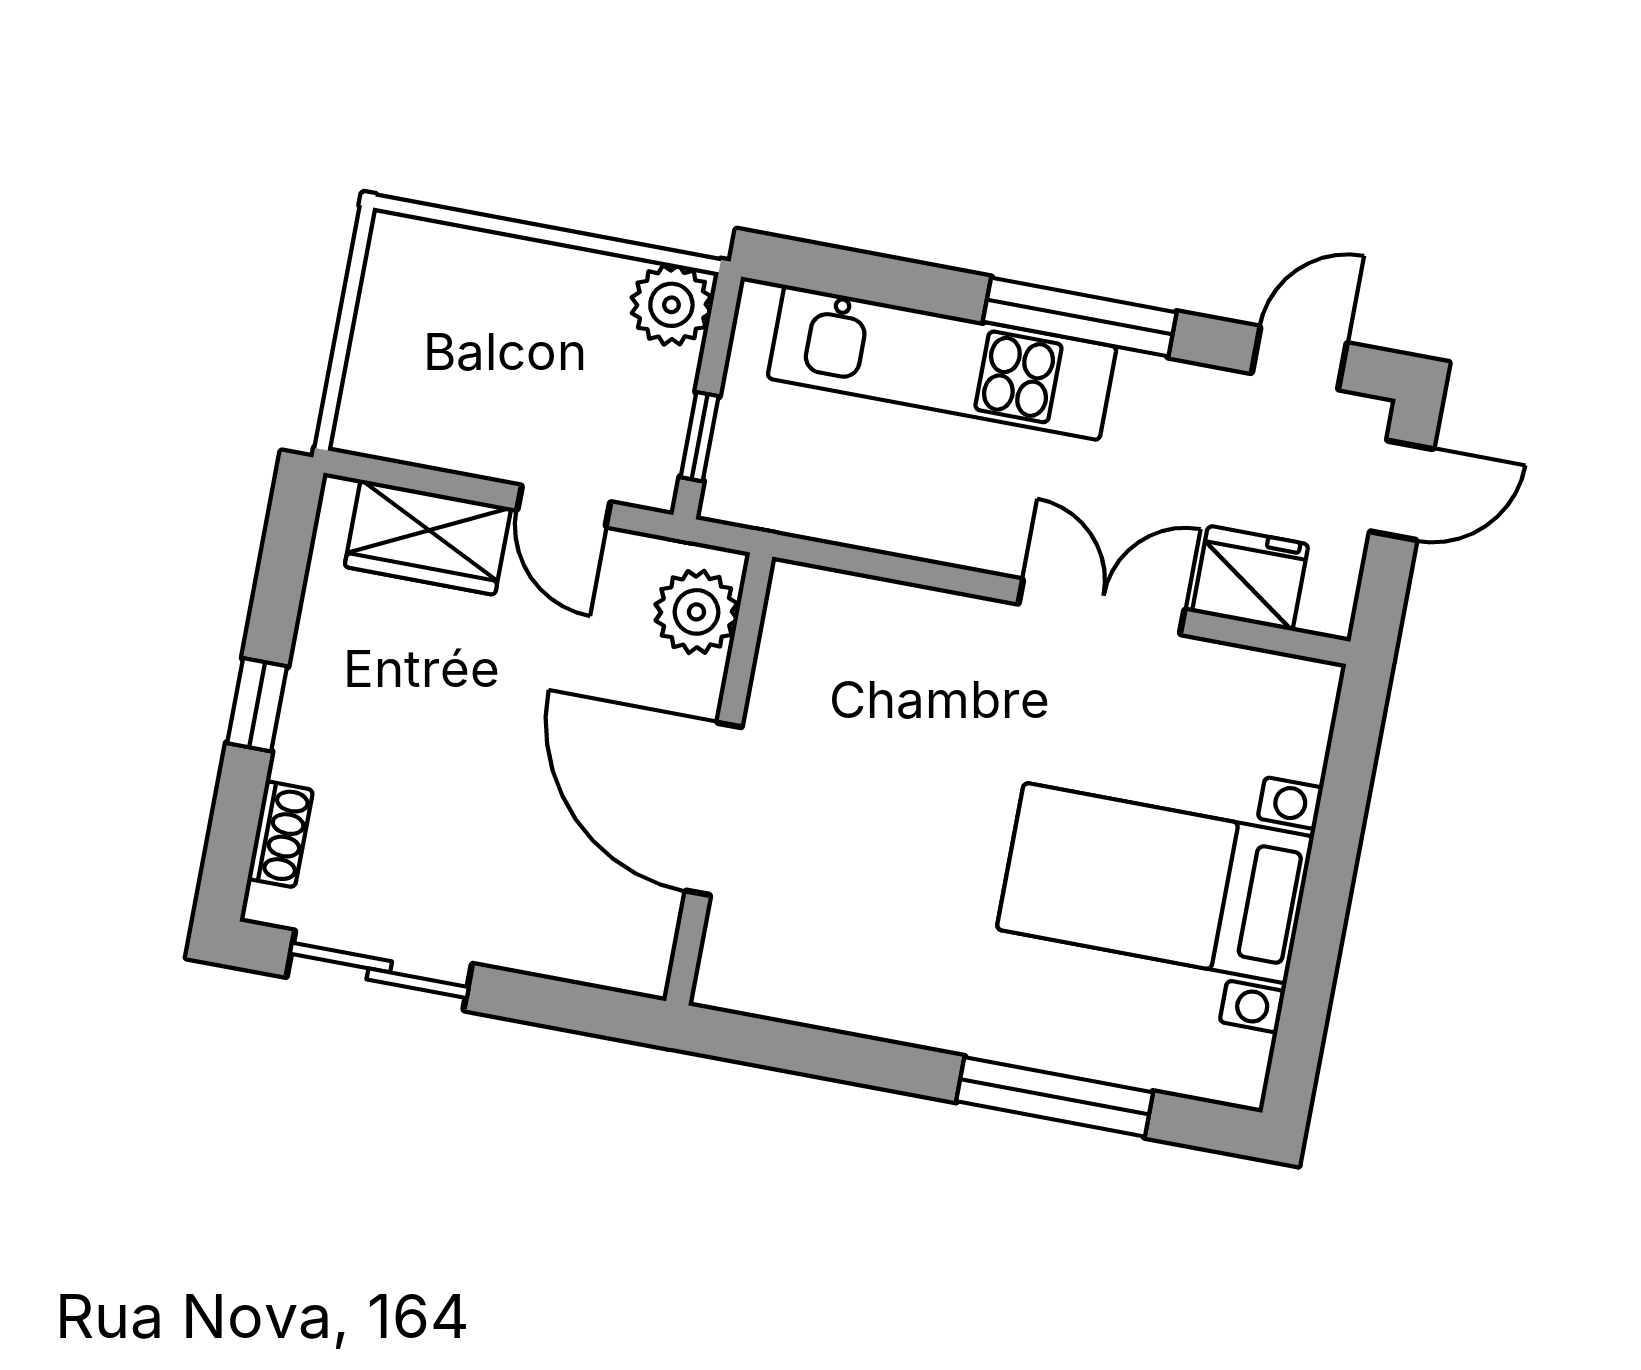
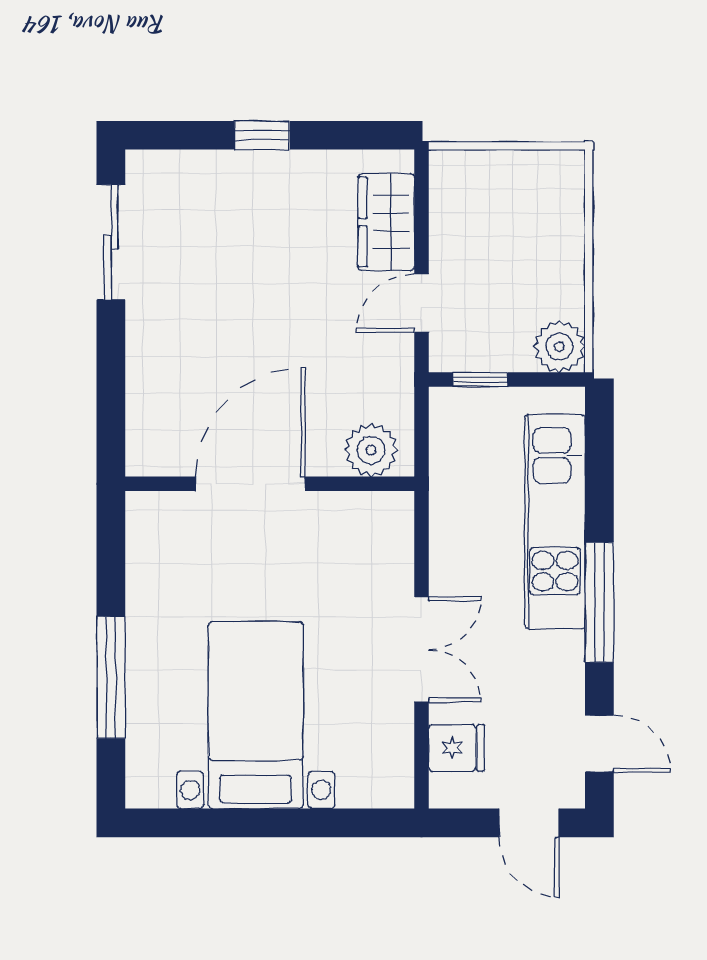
fridge: (1250, 578) -> (457, 748), width x0.72
plant: (696, 612) -> (371, 450), moved
wall: (719, 779) -> (270, 484), moved
door: (714, 809) -> (250, 484), moved
shoe rack: (280, 834) -> (184, 165), removed

